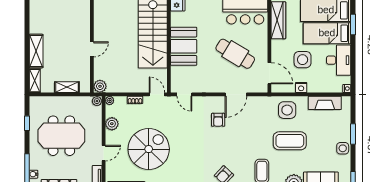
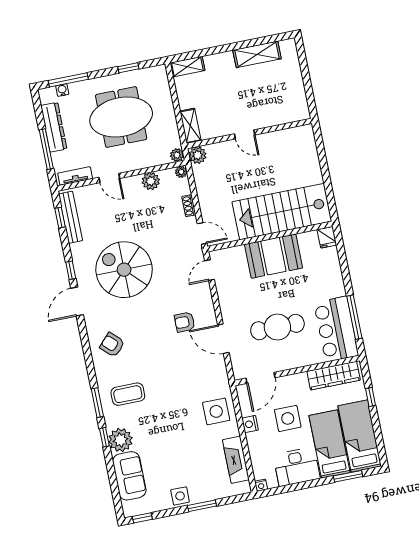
shelving: (36, 51) -> (257, 54), moved
cafe table: (235, 54) -> (277, 327), turned 59
shelving: (67, 87) -> (190, 126), moved
door: (157, 94) -> (202, 233), hinge flipped
meeting table: (61, 136) -> (121, 117), turned 90
coffee table: (290, 141) -> (176, 423), removed
spiral stairs: (149, 149) -> (124, 270), moved, turned 180

